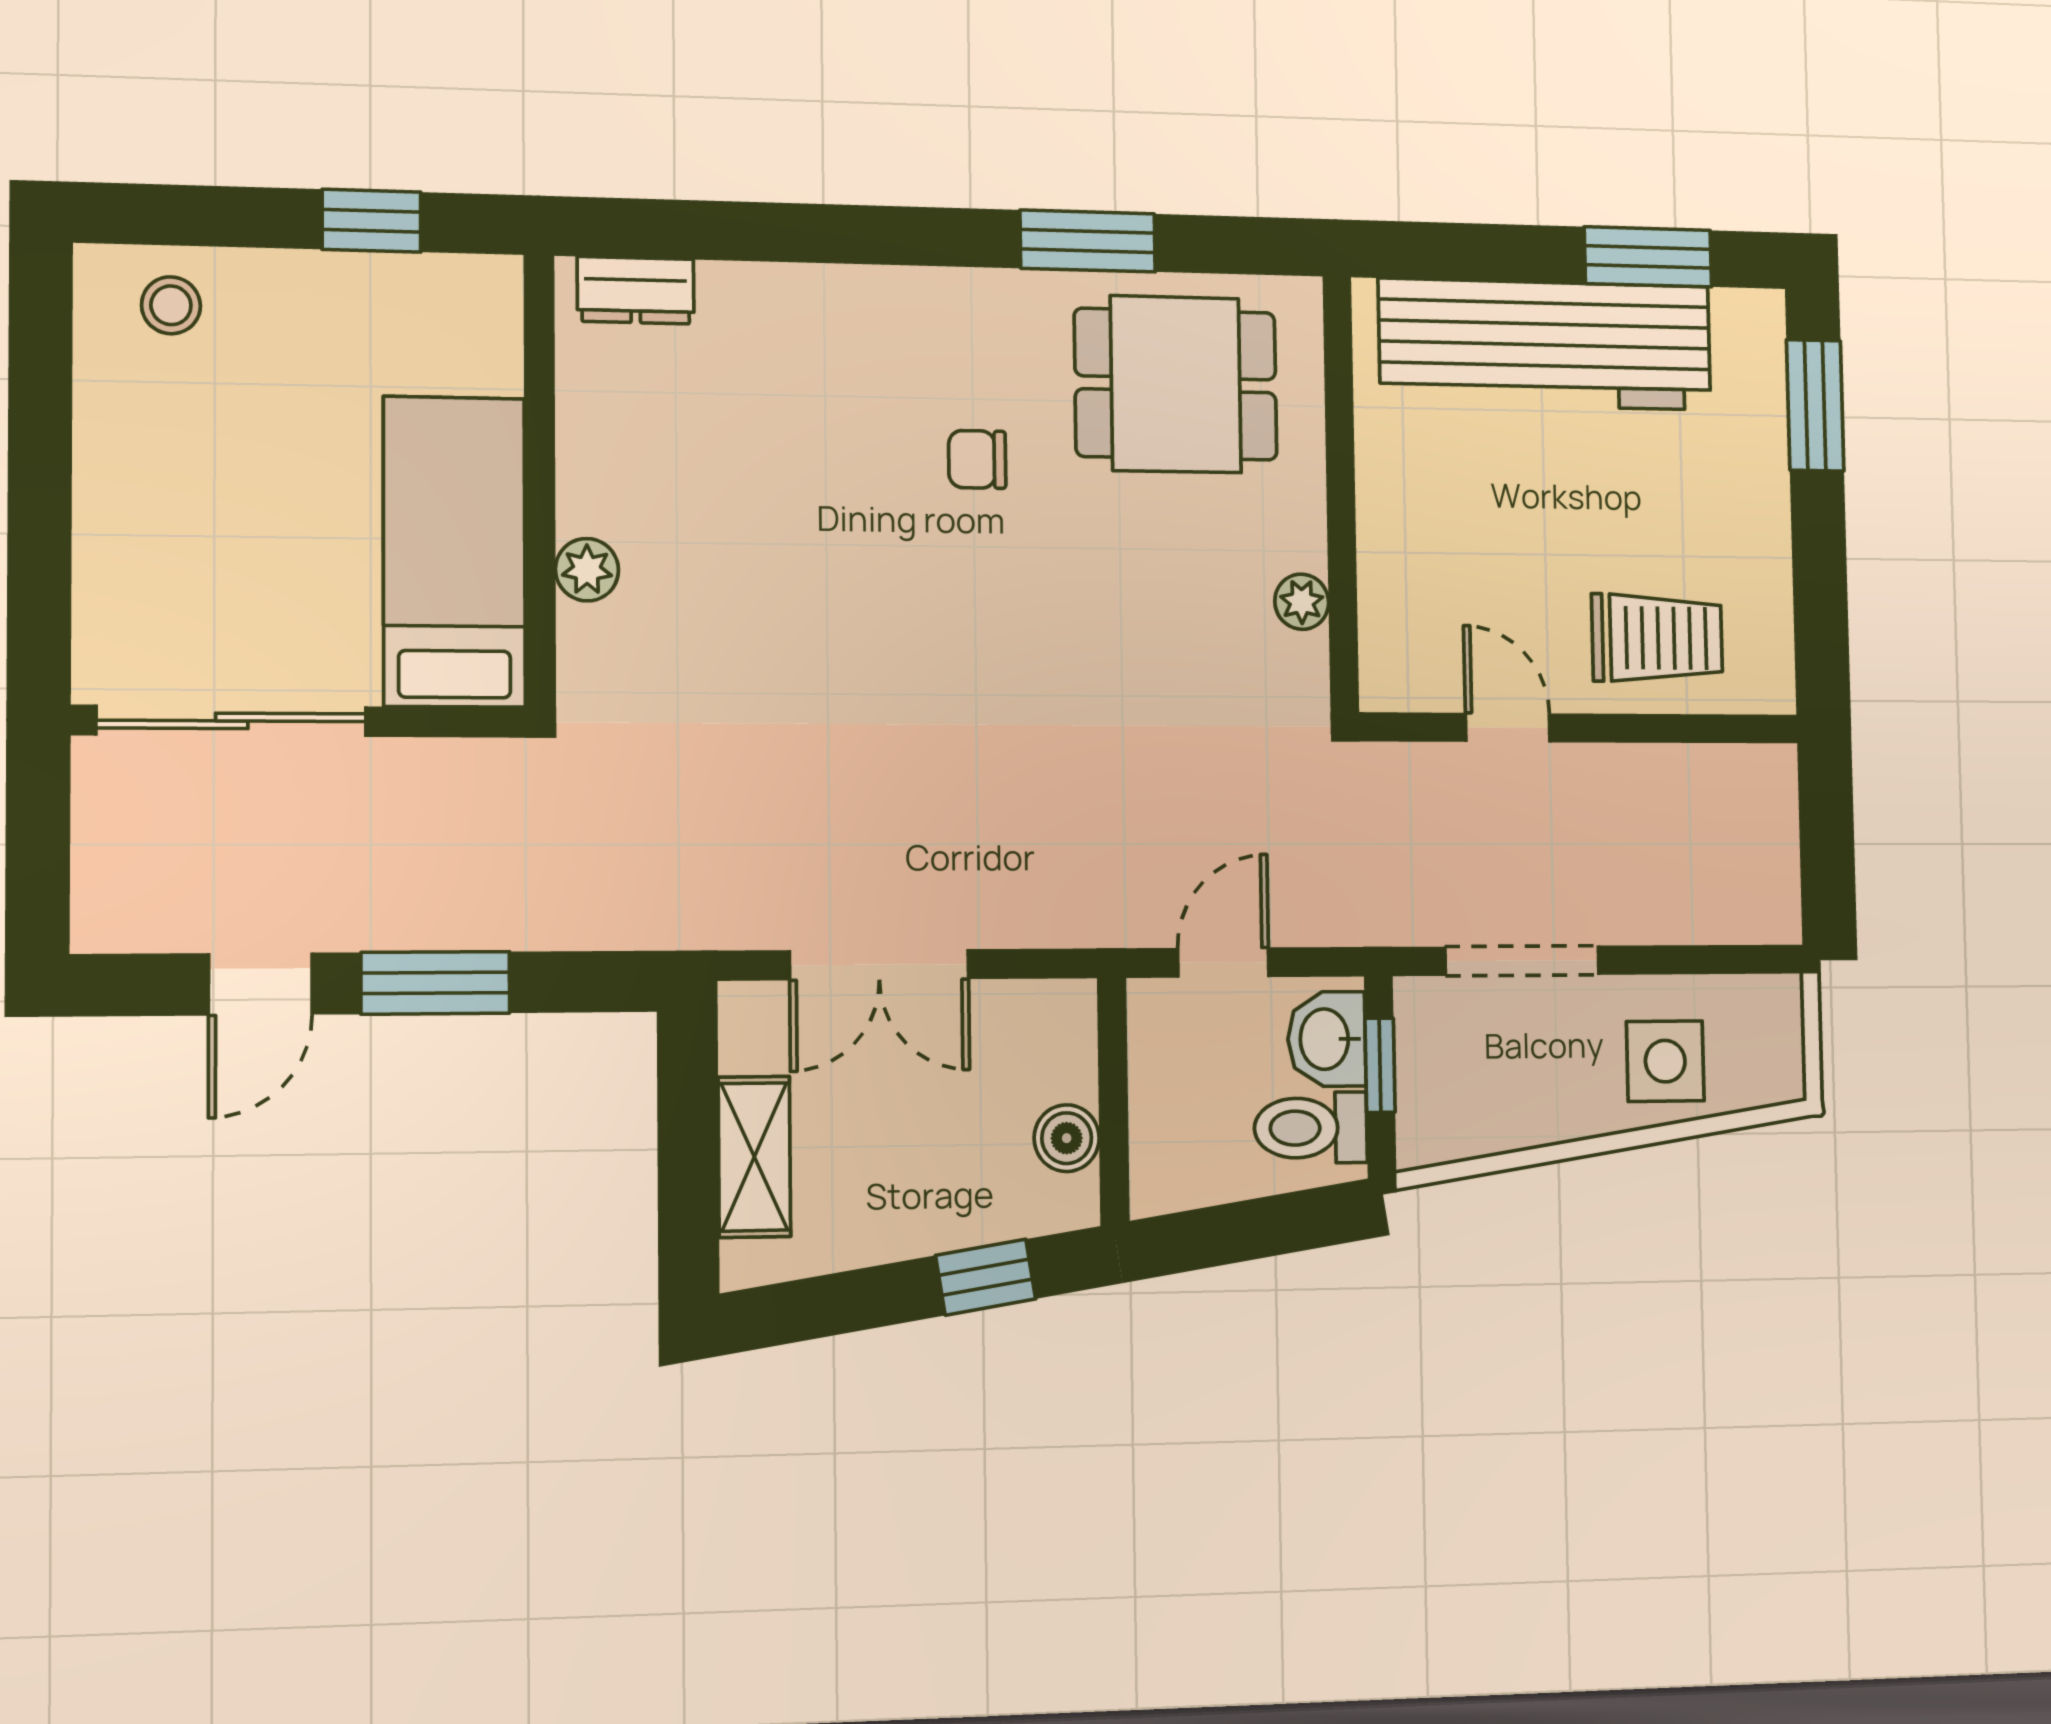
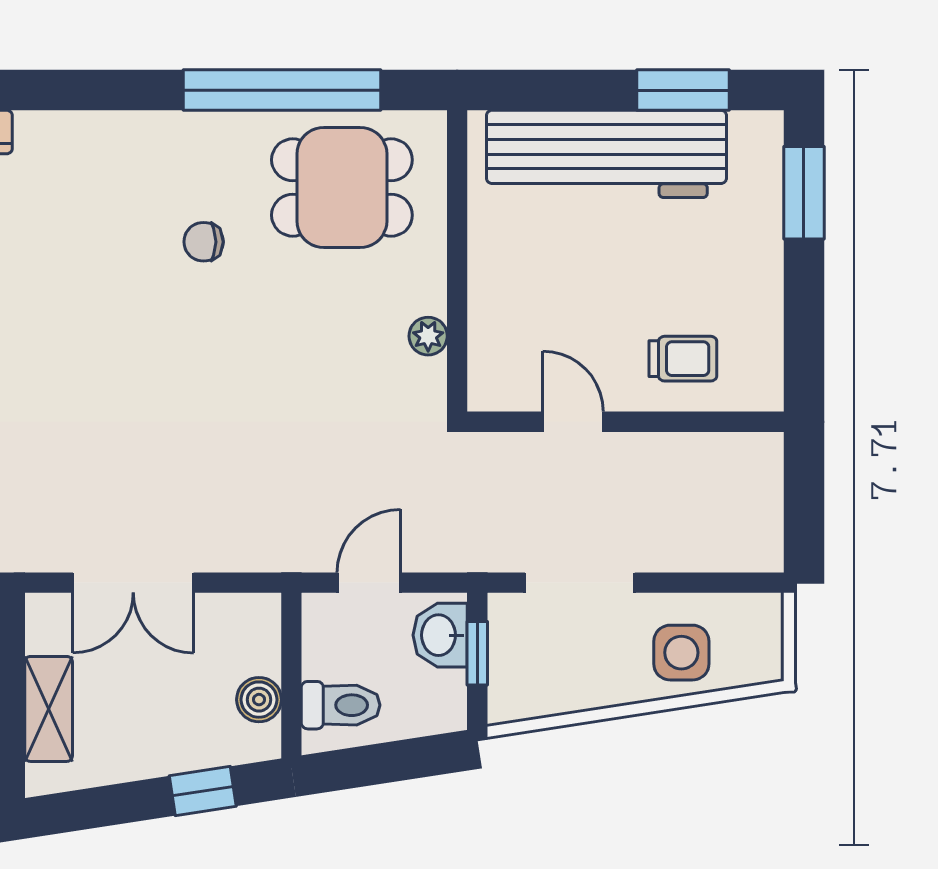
window: (1088, 241) -> (282, 90), width x2.11
trolley: (1657, 638) -> (683, 359), width x0.73, depth x0.72
toilet: (1311, 1128) -> (341, 705), moved, turned 180

